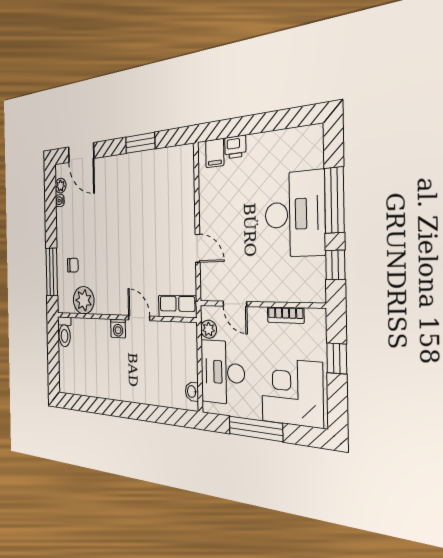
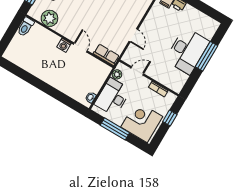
window: (335, 265) -> (192, 82), removed
door: (235, 304) -> (137, 71), swing flipped

